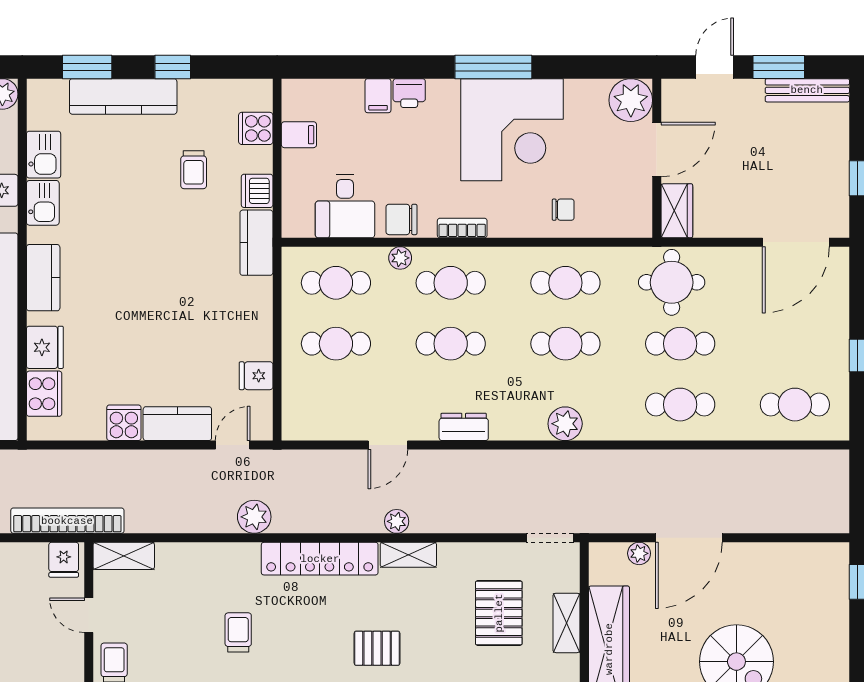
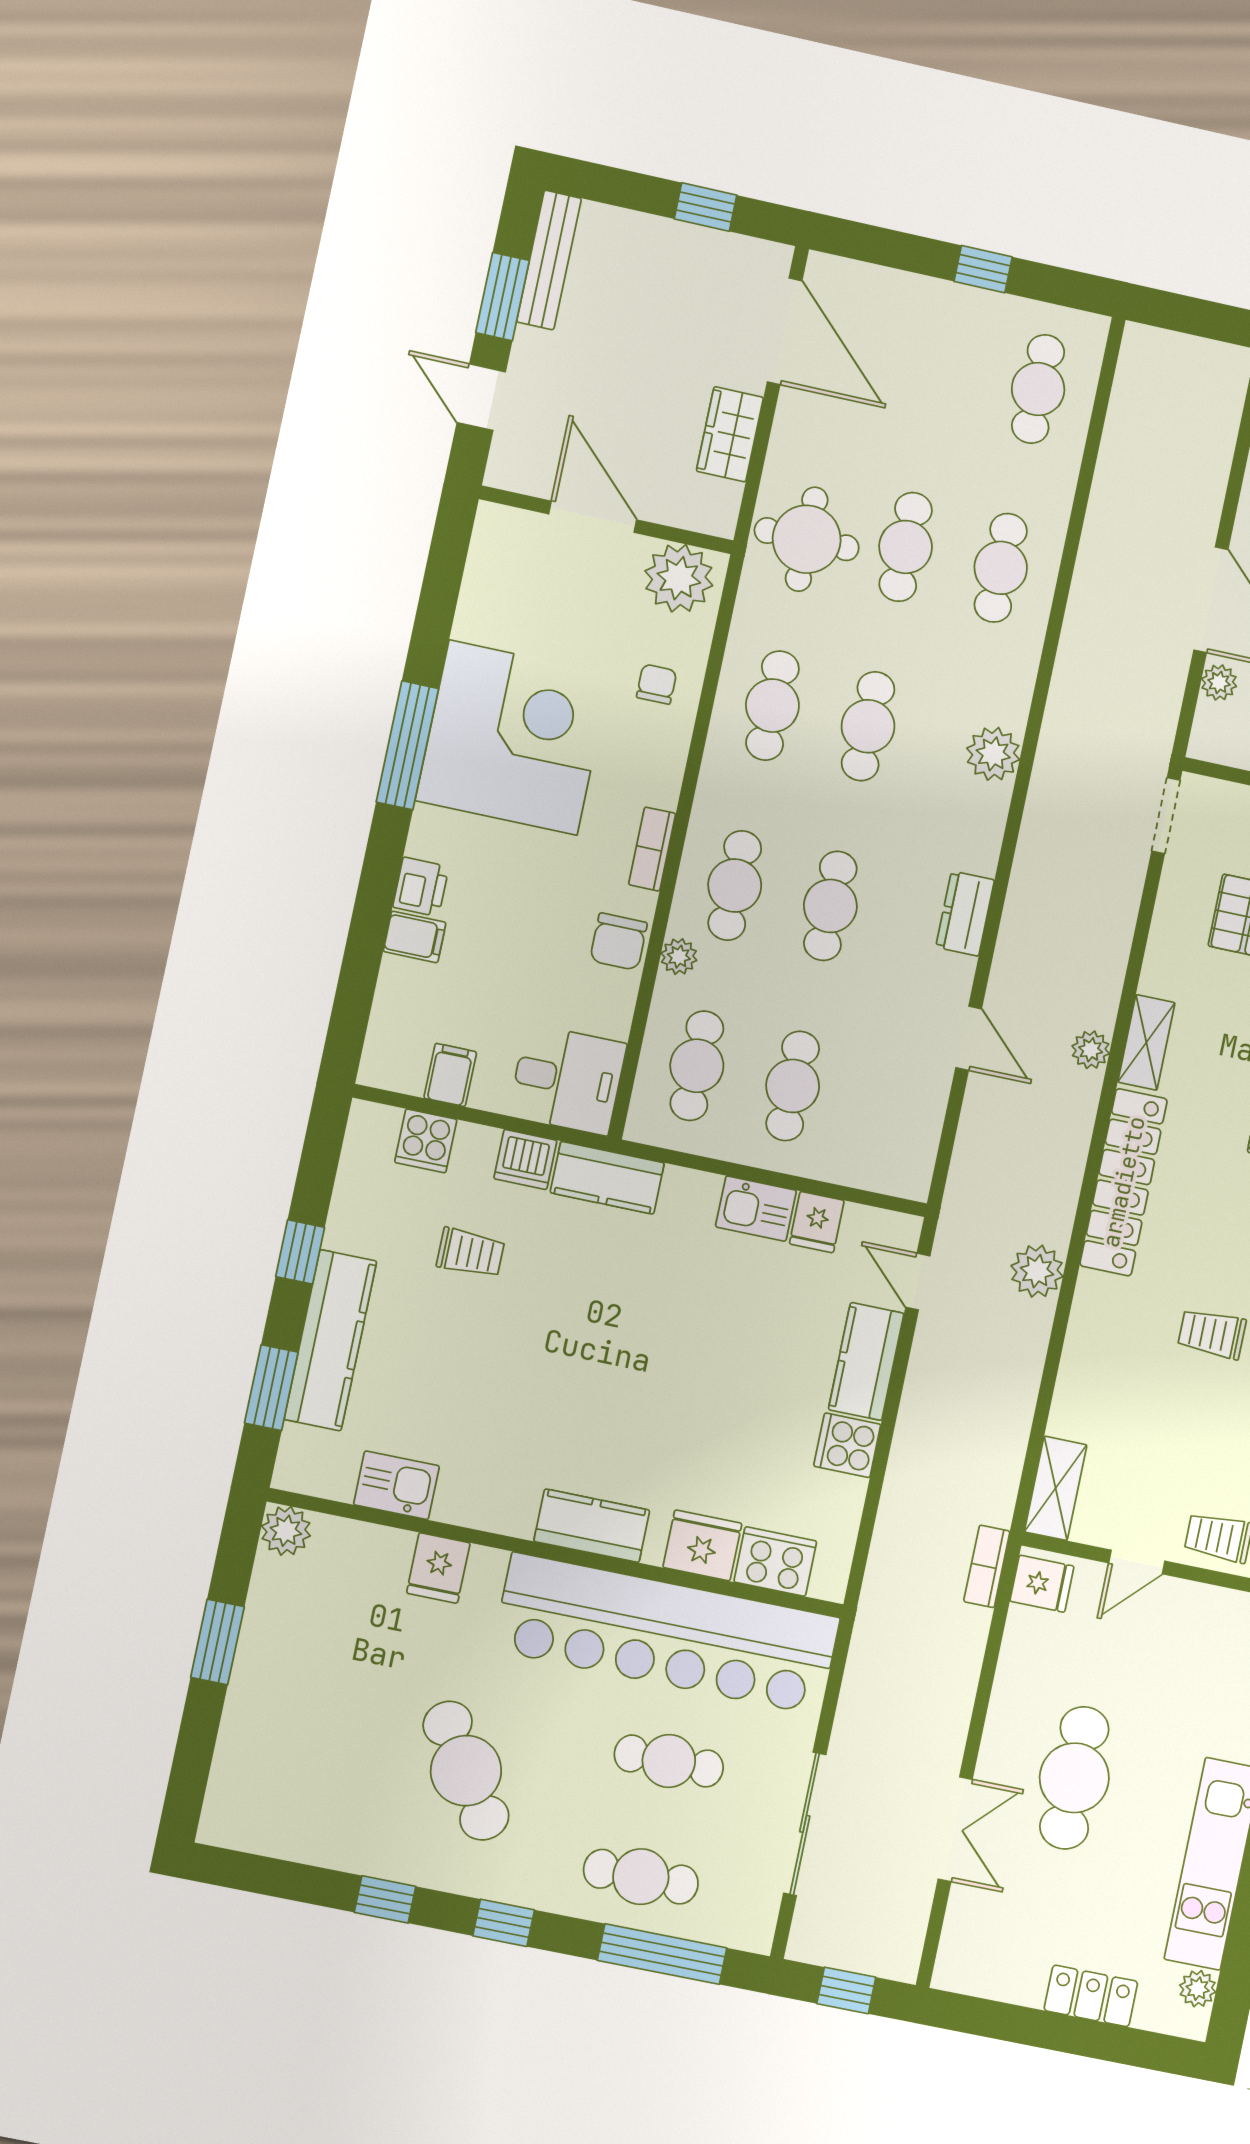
plant: (631, 100) -> (679, 578), moved
kitchen sink: (43, 203) -> (756, 1209), moved, turned 180
desk: (345, 206) -> (567, 1080), moved
wardrobe: (677, 211) -> (730, 434), moved, turned -90
bookcase: (67, 521) -> (987, 1566), width x0.43, depth x0.76

